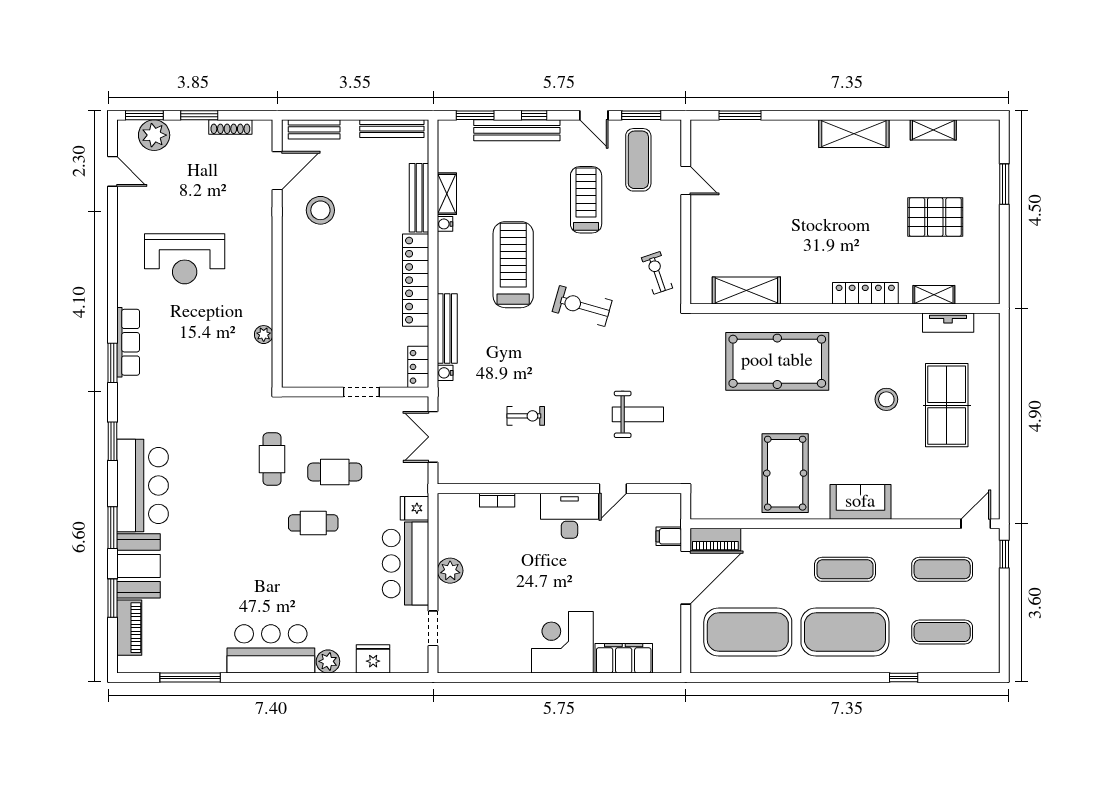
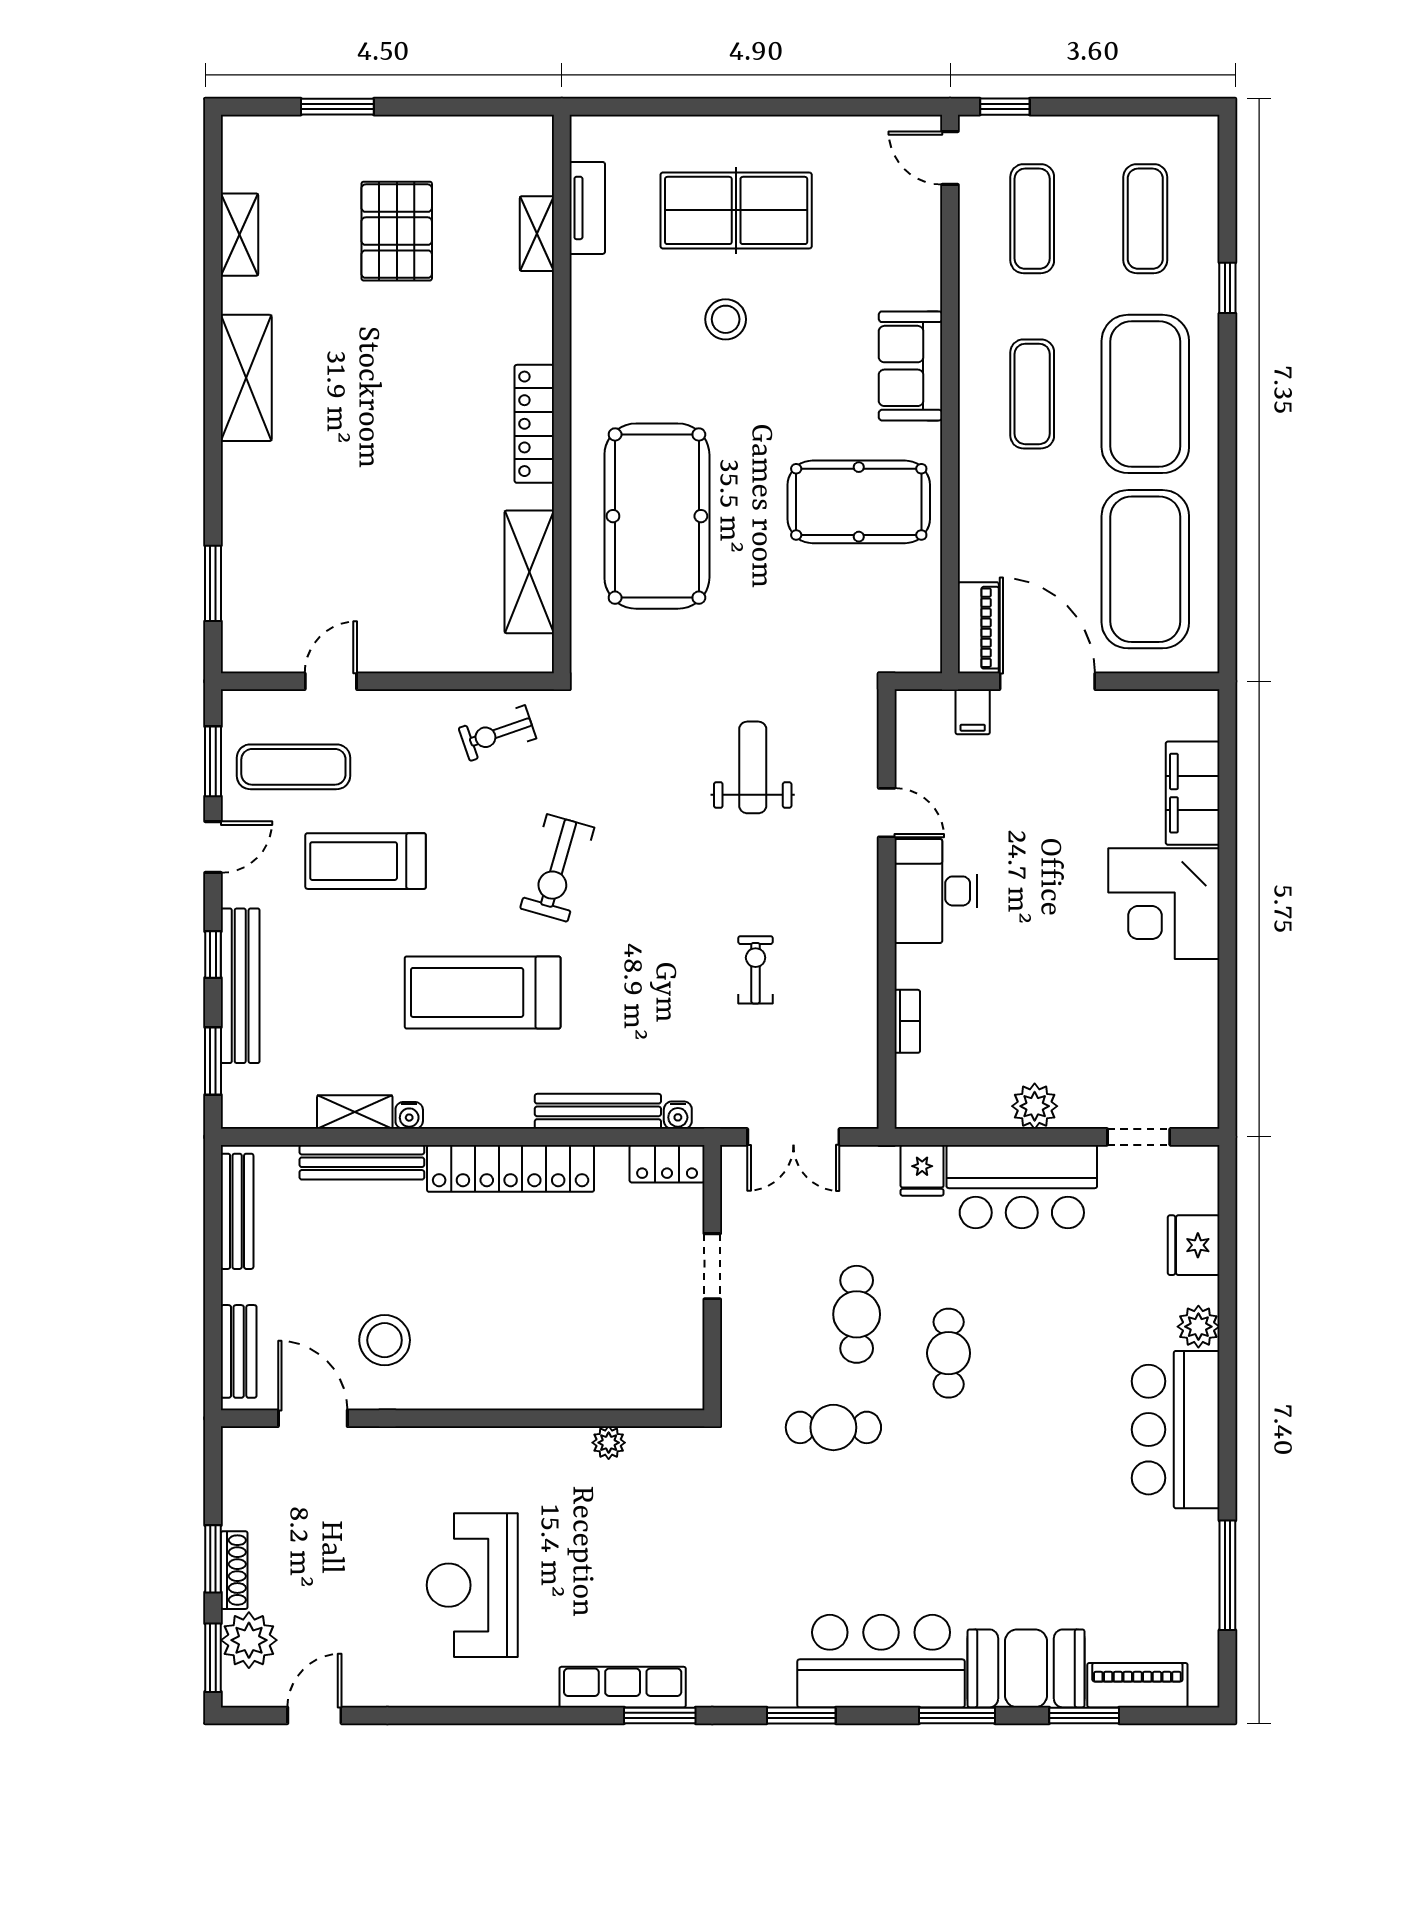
shoe rack: (230, 127) -> (234, 1570), moved
reception desk: (185, 259) -> (472, 1585), turned 180
locker: (865, 293) -> (534, 424), moved

